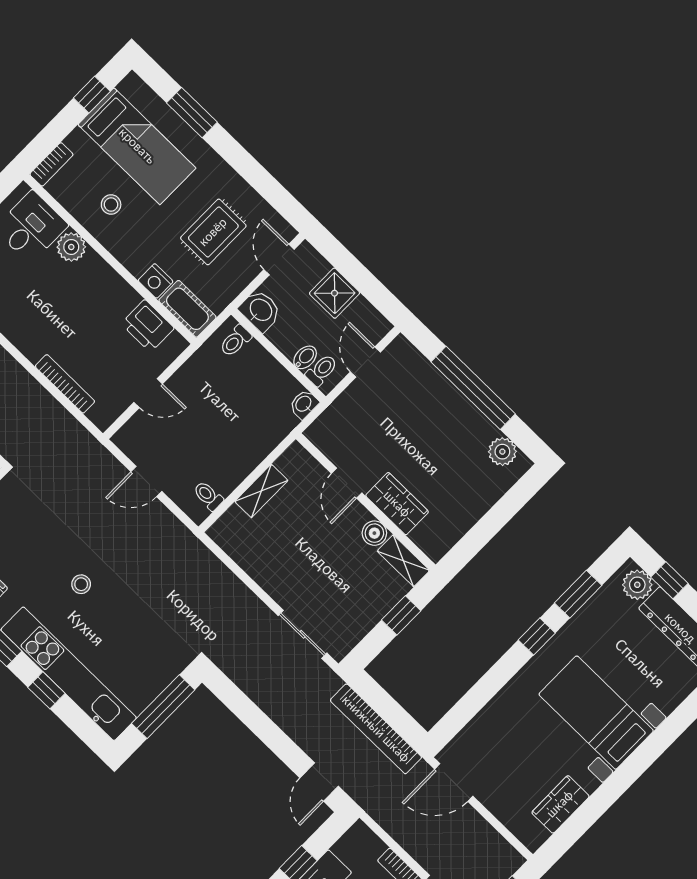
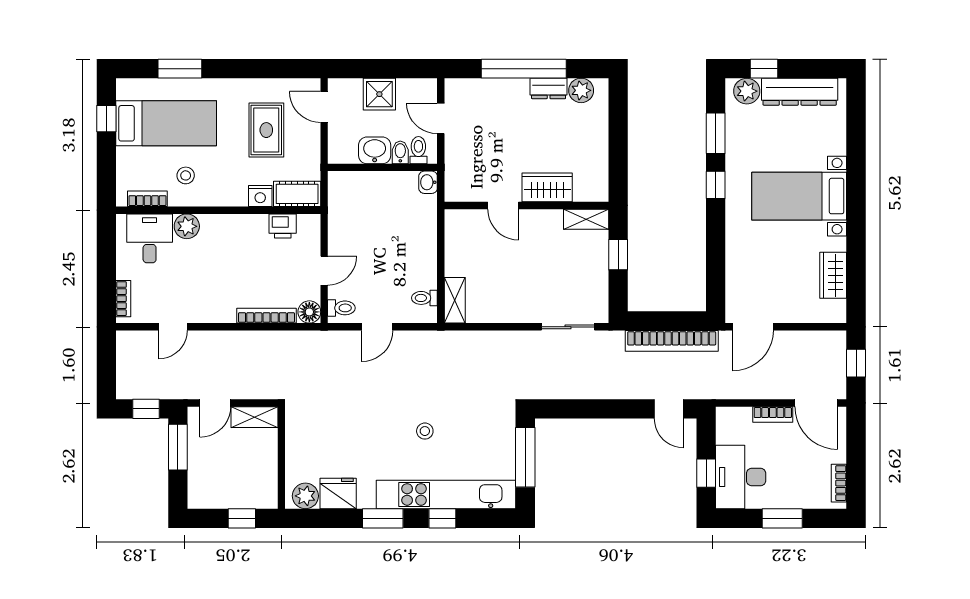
bookcase: (51, 164) -> (147, 199), moved, turned -90
washbasin: (260, 310) -> (375, 150), moved
printer: (148, 326) -> (283, 226), width x0.73, depth x0.81
toilet: (235, 341) -> (341, 308), moved, turned -90
floor lamp: (103, 415) -> (309, 312), added
dresser: (477, 424) -> (549, 88), added
shelving: (261, 491) -> (455, 300), moved
boiler: (374, 533) -> (551, 220), removed
stool: (81, 584) -> (425, 431), moved

